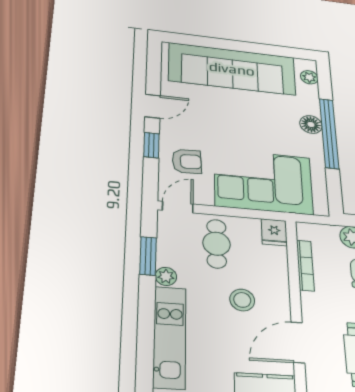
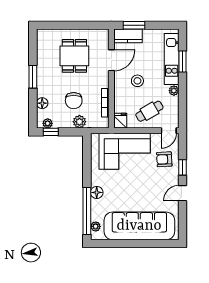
window: (329, 133) -> (87, 211), moved
cafe table: (217, 244) -> (149, 111), turned 60
window: (148, 256) -> (183, 62), moved

